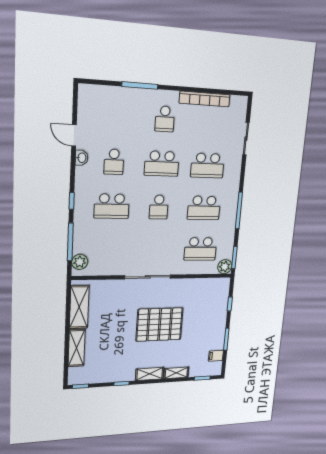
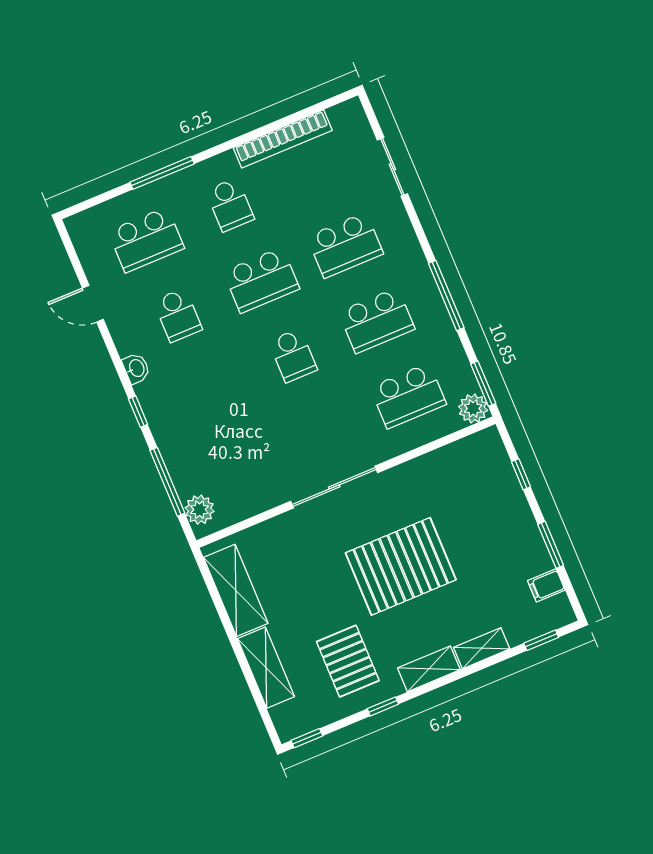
washbasin: (82, 158) -> (136, 368), moved
school desk: (112, 206) -> (146, 240), moved
pallet: (116, 358) -> (348, 661), added

